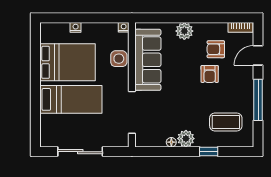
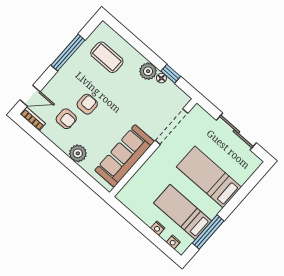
nightstand: (124, 27) -> (173, 242), moved
door: (258, 55) -> (30, 96), moved
window: (35, 58) -> (208, 232), added
side table: (119, 59) -> (146, 176), removed
bed: (67, 62) -> (183, 212), width x0.67
window: (209, 152) -> (171, 74), moved

